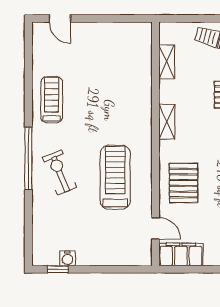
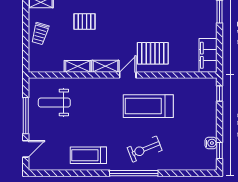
window: (103, 19) -> (26, 116), added
weight bench: (120, 56) -> (54, 103), added
shelving: (167, 62) -> (78, 66), moved
door: (155, 228) -> (128, 75), moved
window: (131, 269) -> (219, 94), added

